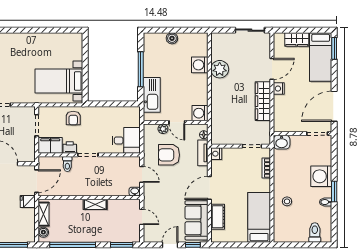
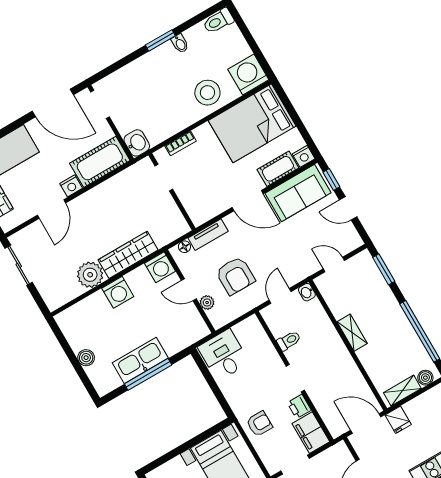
washing machine: (200, 65) -> (118, 292), moved
door: (272, 69) -> (51, 209), swing flipped
kitchen sink: (152, 95) -> (140, 360), moved
wardrobe: (263, 101) -> (128, 255), moved, turned 180
cot: (283, 114) -> (100, 162), added
door: (177, 122) -> (189, 290), swing flipped
desk: (126, 140) -> (224, 355), moved
nightstand: (216, 154) -> (304, 156), moved
toilet: (67, 164) -> (289, 341), moved
washing machine: (321, 176) -> (248, 75), moved, turned 180
stool: (287, 201) -> (207, 93), width x1.89, depth x1.89
door: (142, 217) -> (334, 265), hinge flipped
bed: (259, 217) -> (252, 123), width x1.50
toilet: (315, 232) -> (218, 21), moved

